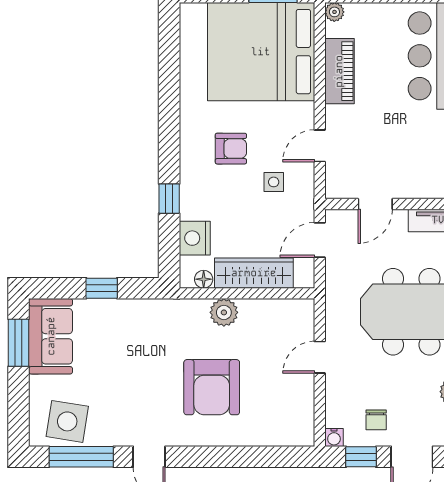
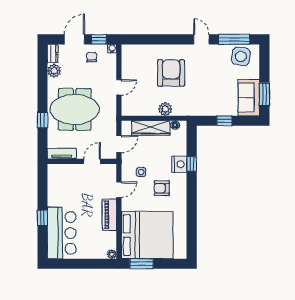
piano: (339, 71) -> (109, 215), moved
nightstand: (195, 238) -> (179, 164), moved

